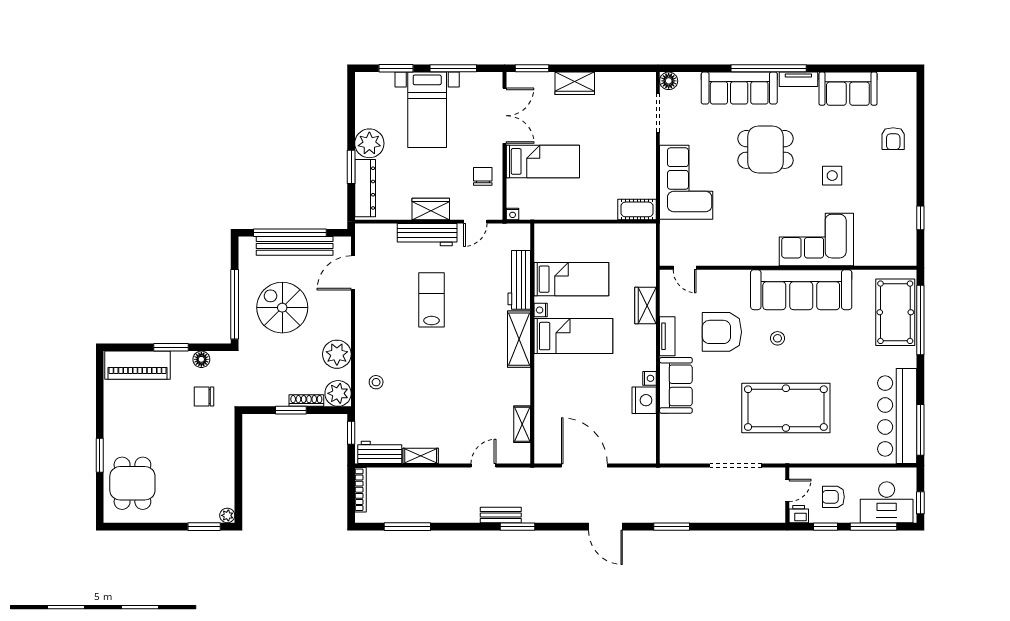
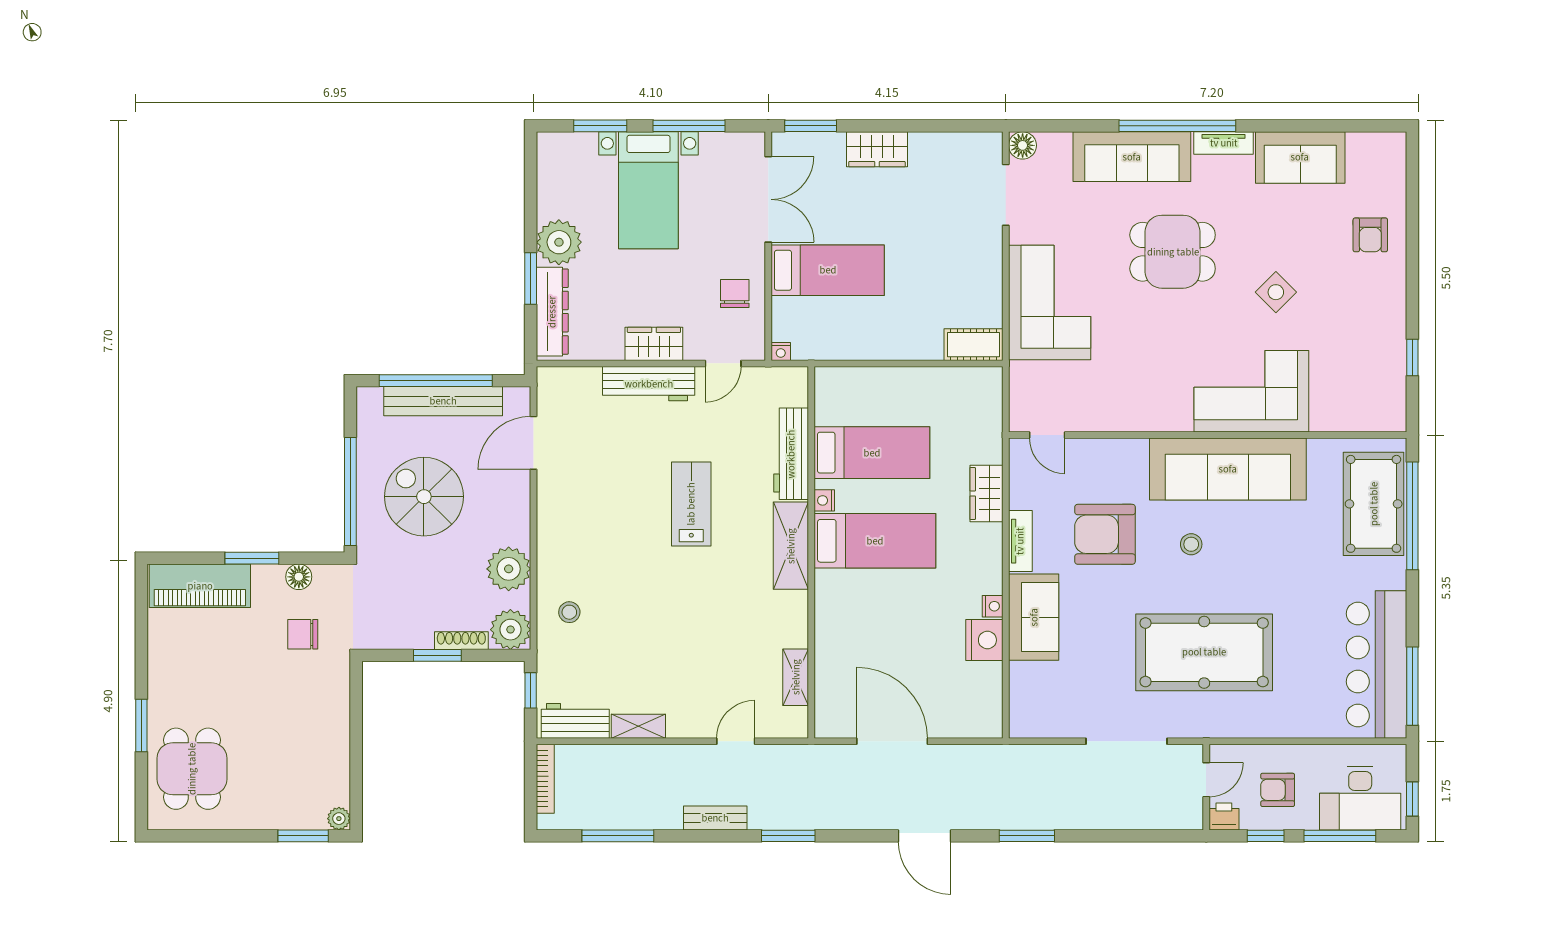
side table: (832, 176) -> (1276, 292), turned 45
lab bench: (431, 300) -> (691, 504), moved
bench: (501, 515) -> (715, 818), moved

